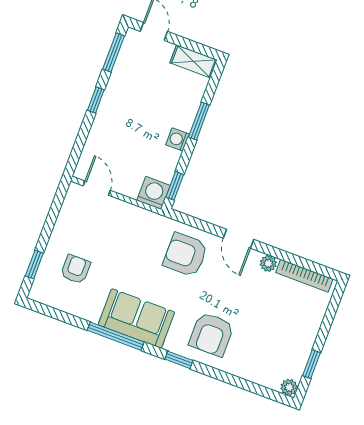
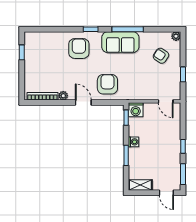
armchair: (185, 255) -> (107, 84), turned -90
window: (34, 265) -> (183, 74), moved
armchair: (75, 269) -> (161, 56), turned 124
plant: (289, 387) -> (176, 36), moved

